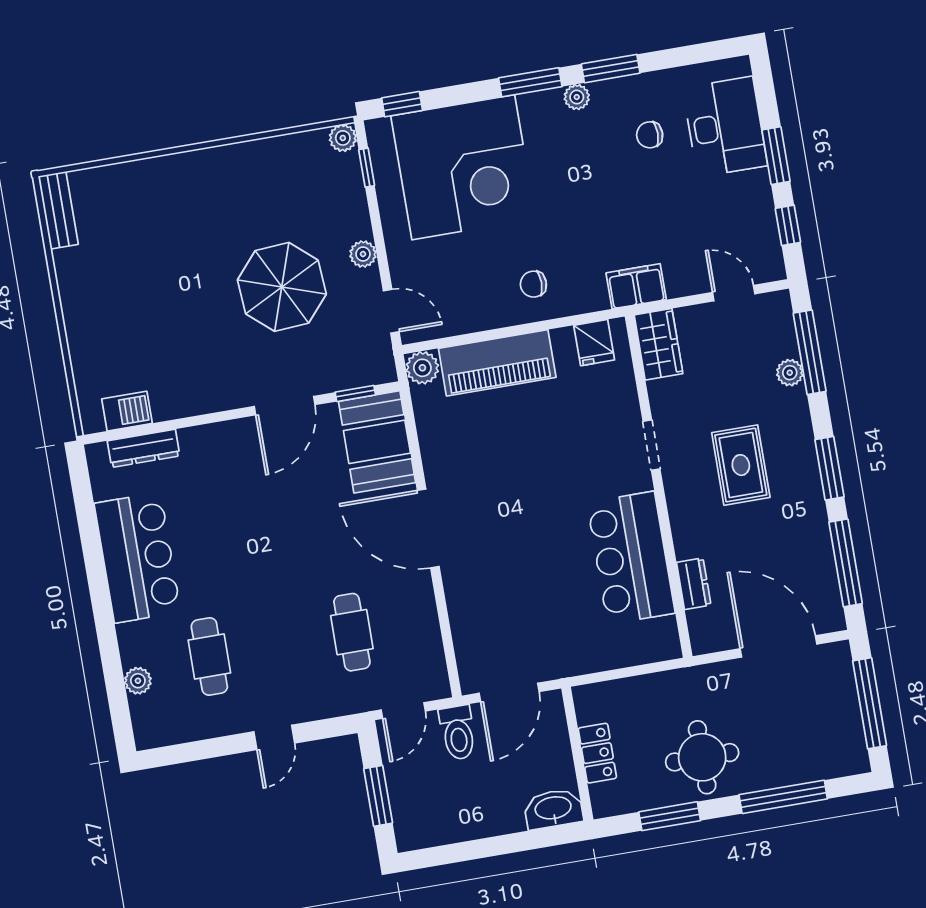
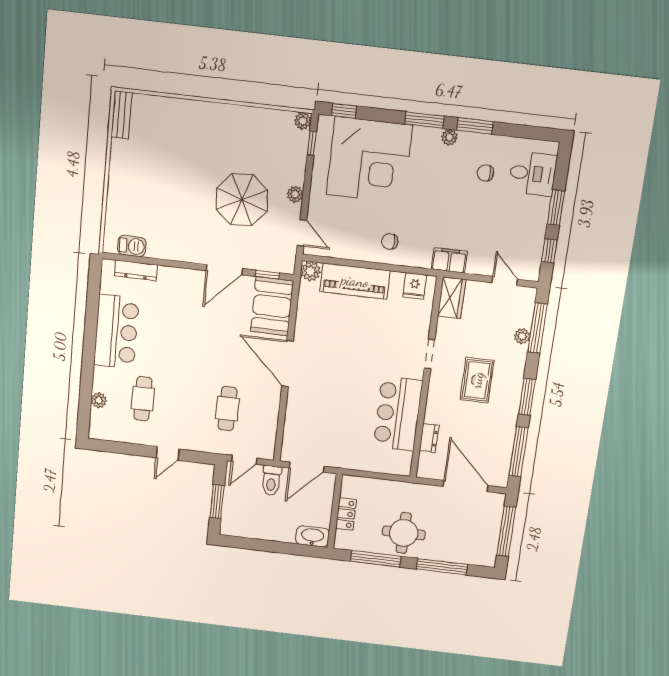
desk: (725, 127) -> (533, 174), width x0.73
window: (670, 816) -> (376, 559), width x1.44

